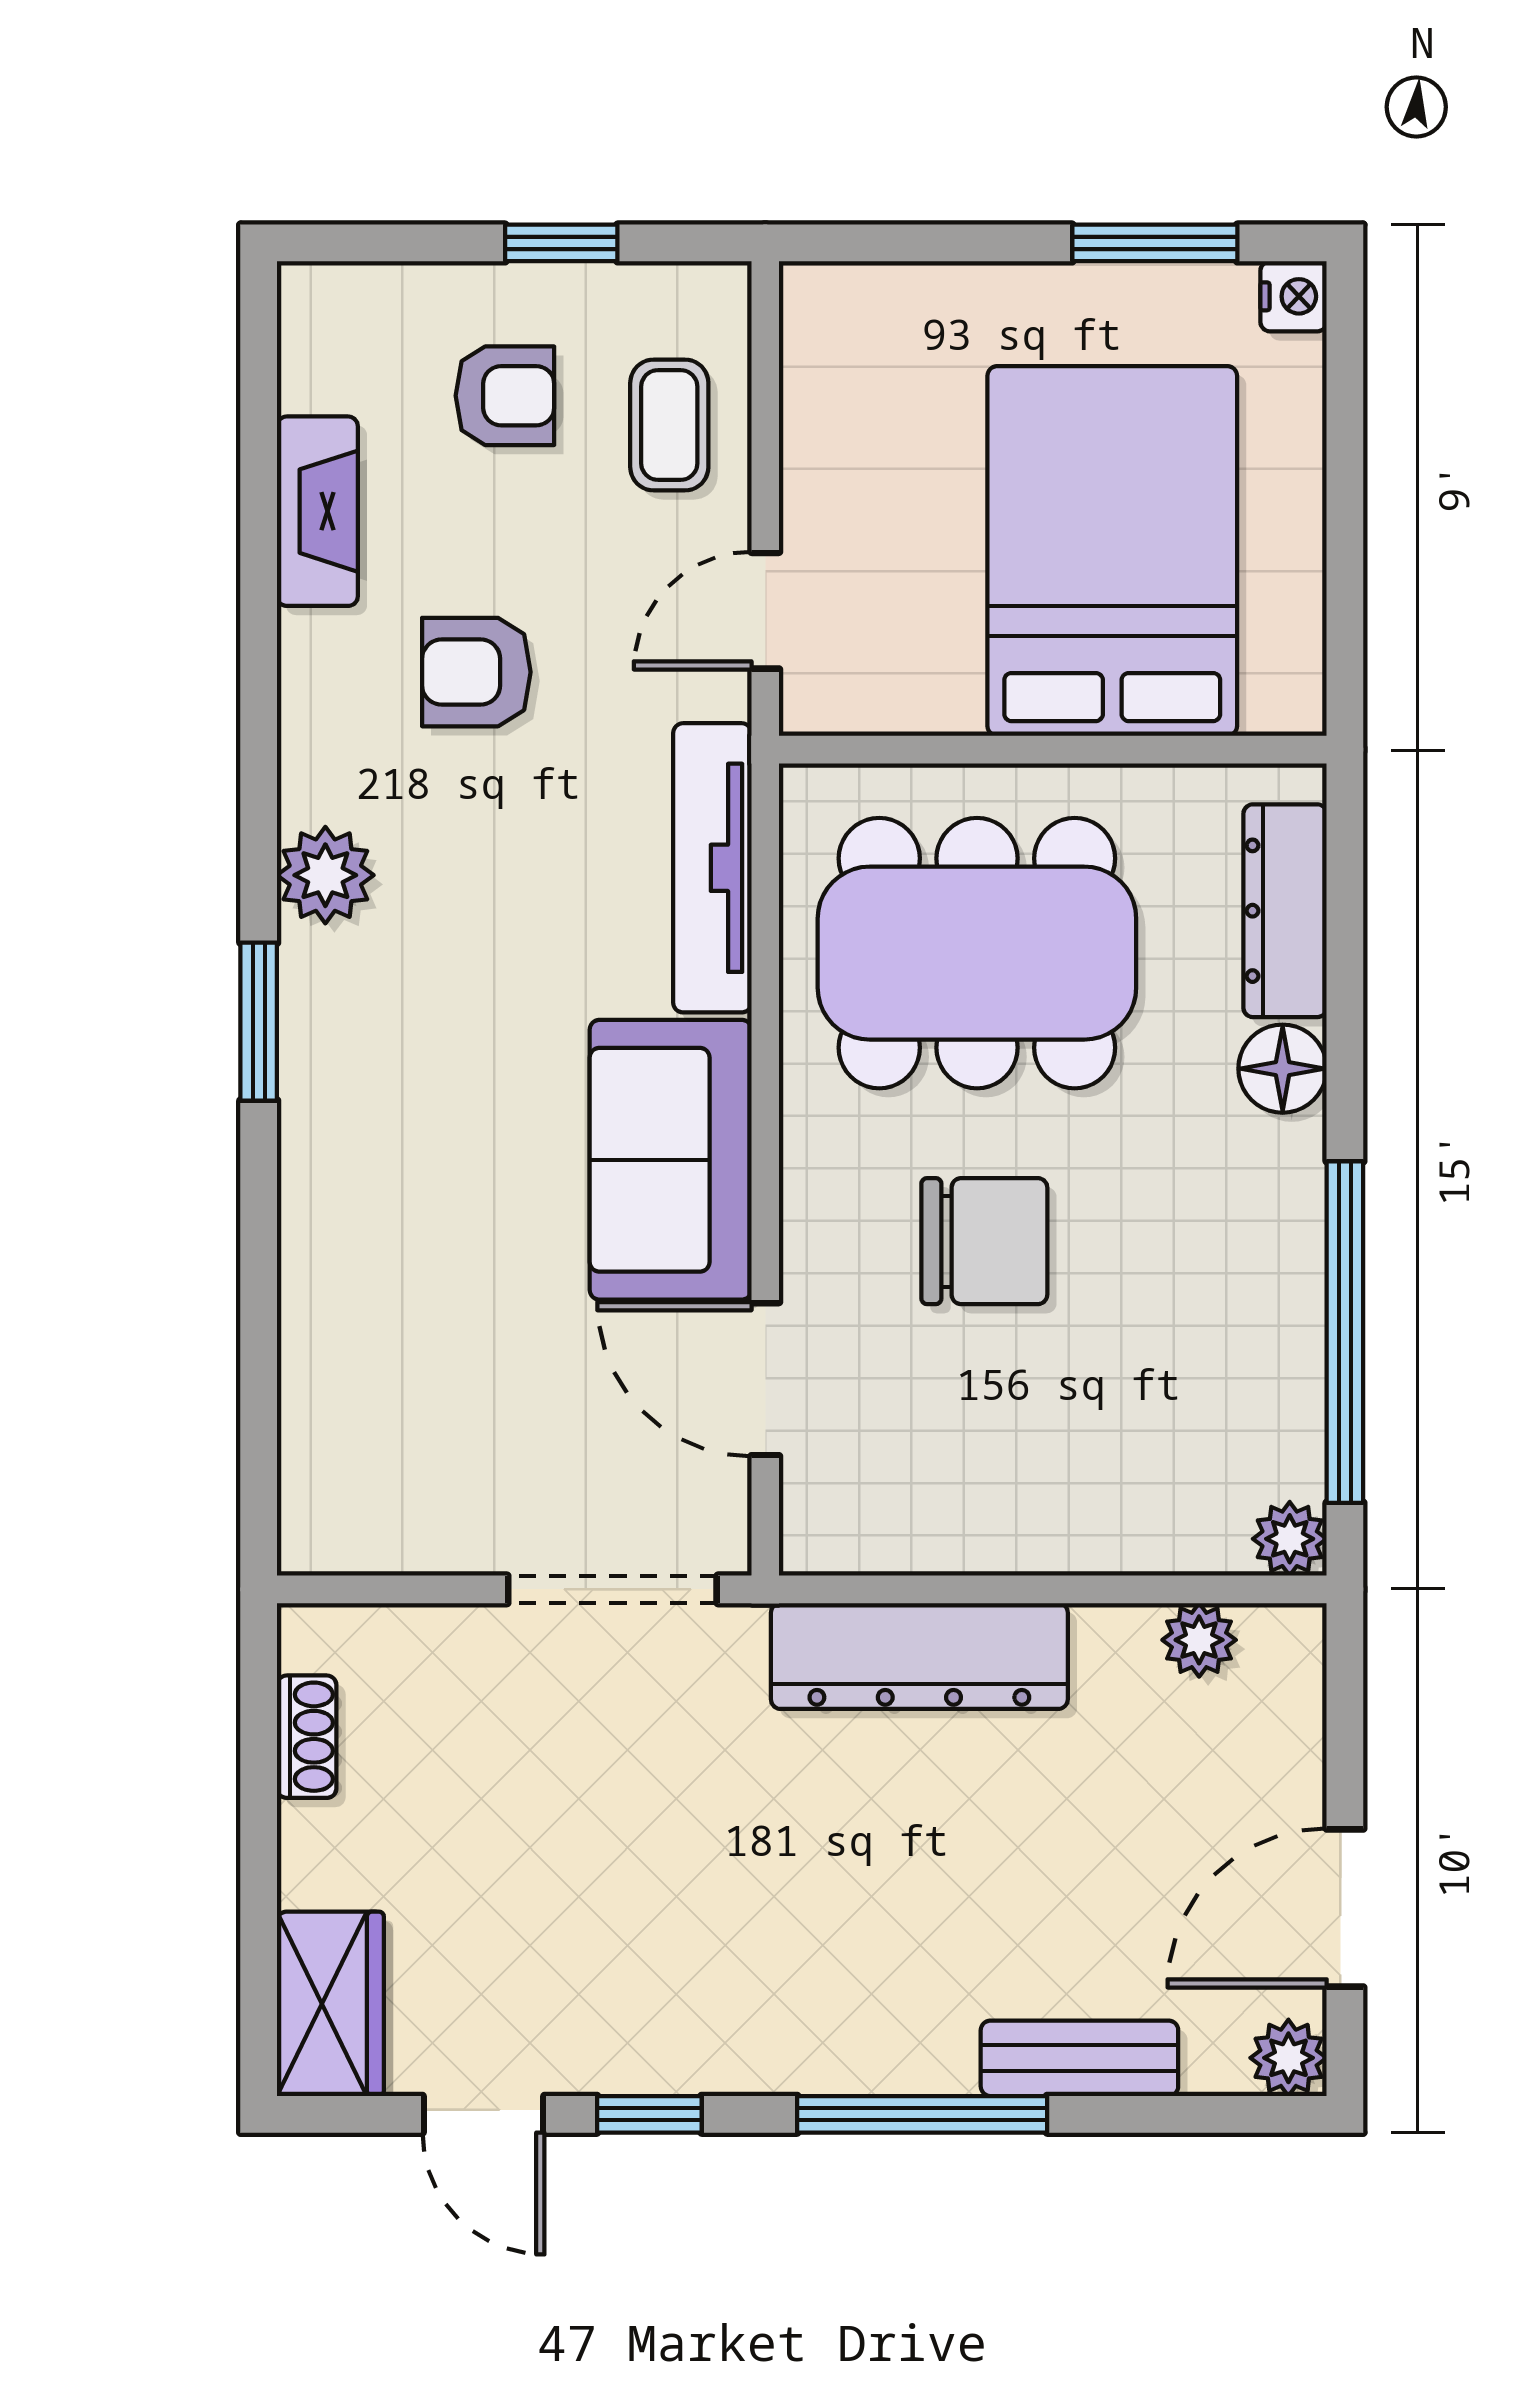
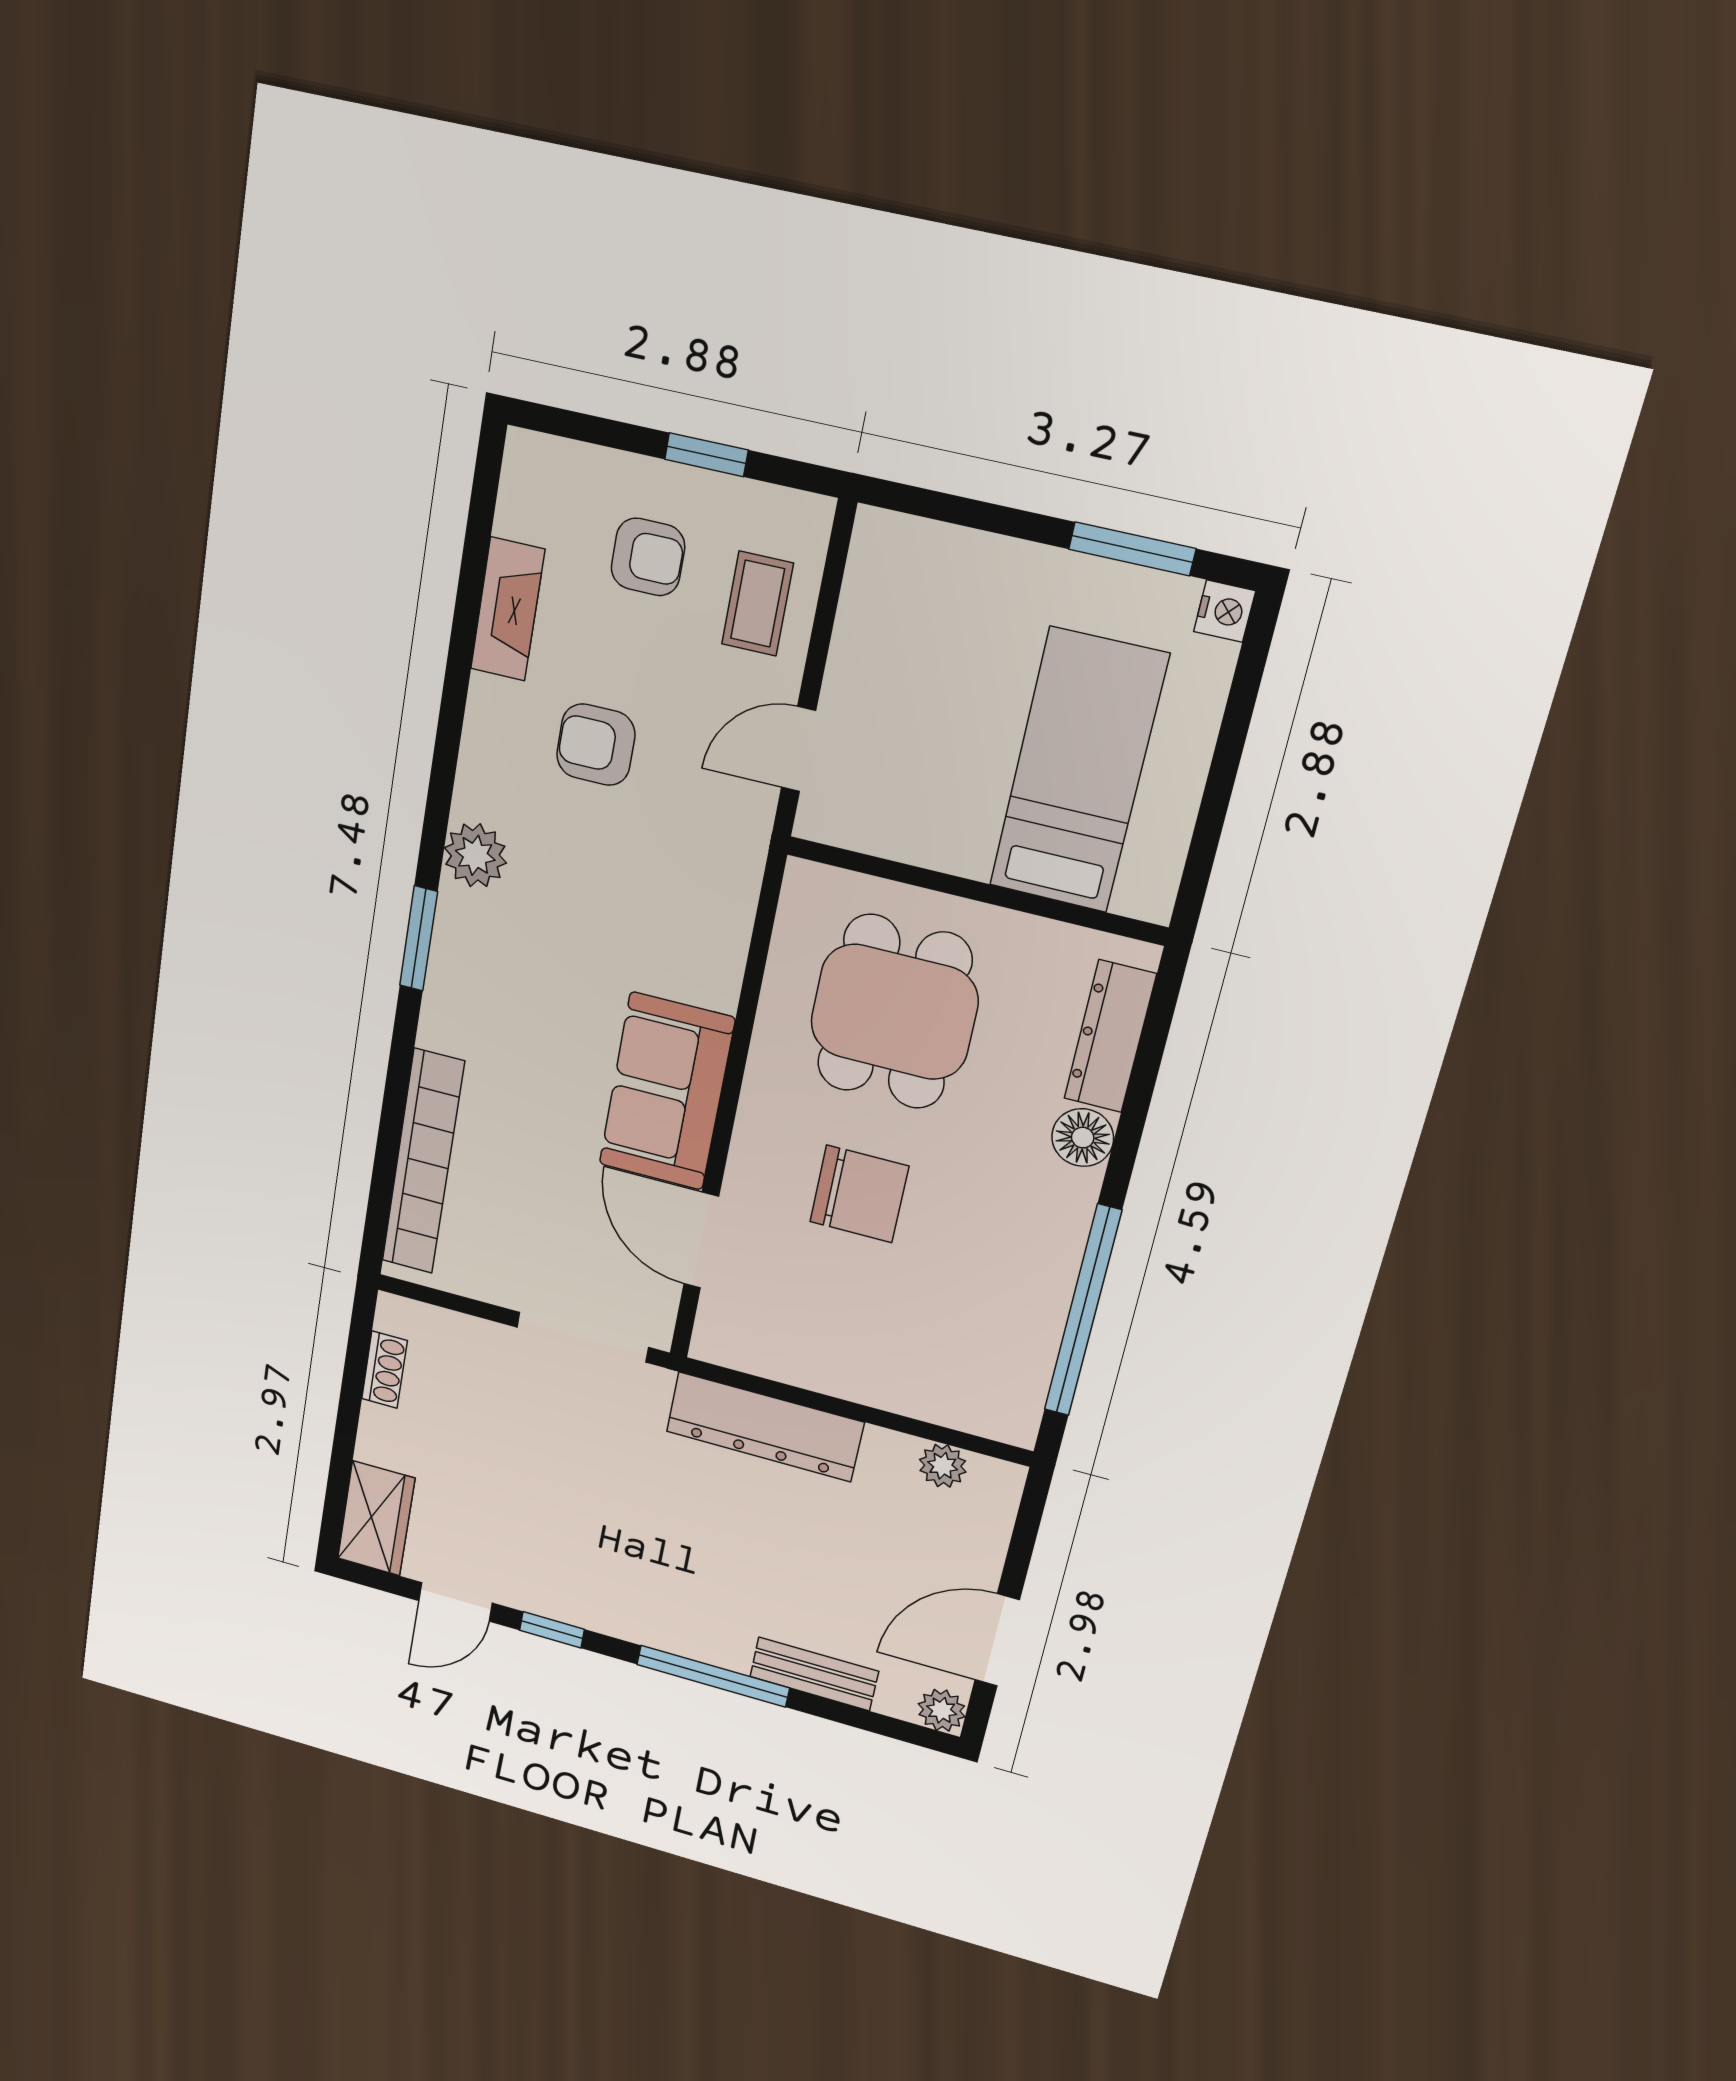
bed: (1112, 551) -> (1078, 771), width x0.67
tv unit: (712, 868) -> (729, 913), removed
dining table: (977, 953) -> (894, 1012), width x0.73
bookcase: (318, 1371) -> (423, 1162), added
plant: (1290, 1539) -> (1015, 1424), removed
door: (483, 2114) -> (455, 1602), hinge flipped

